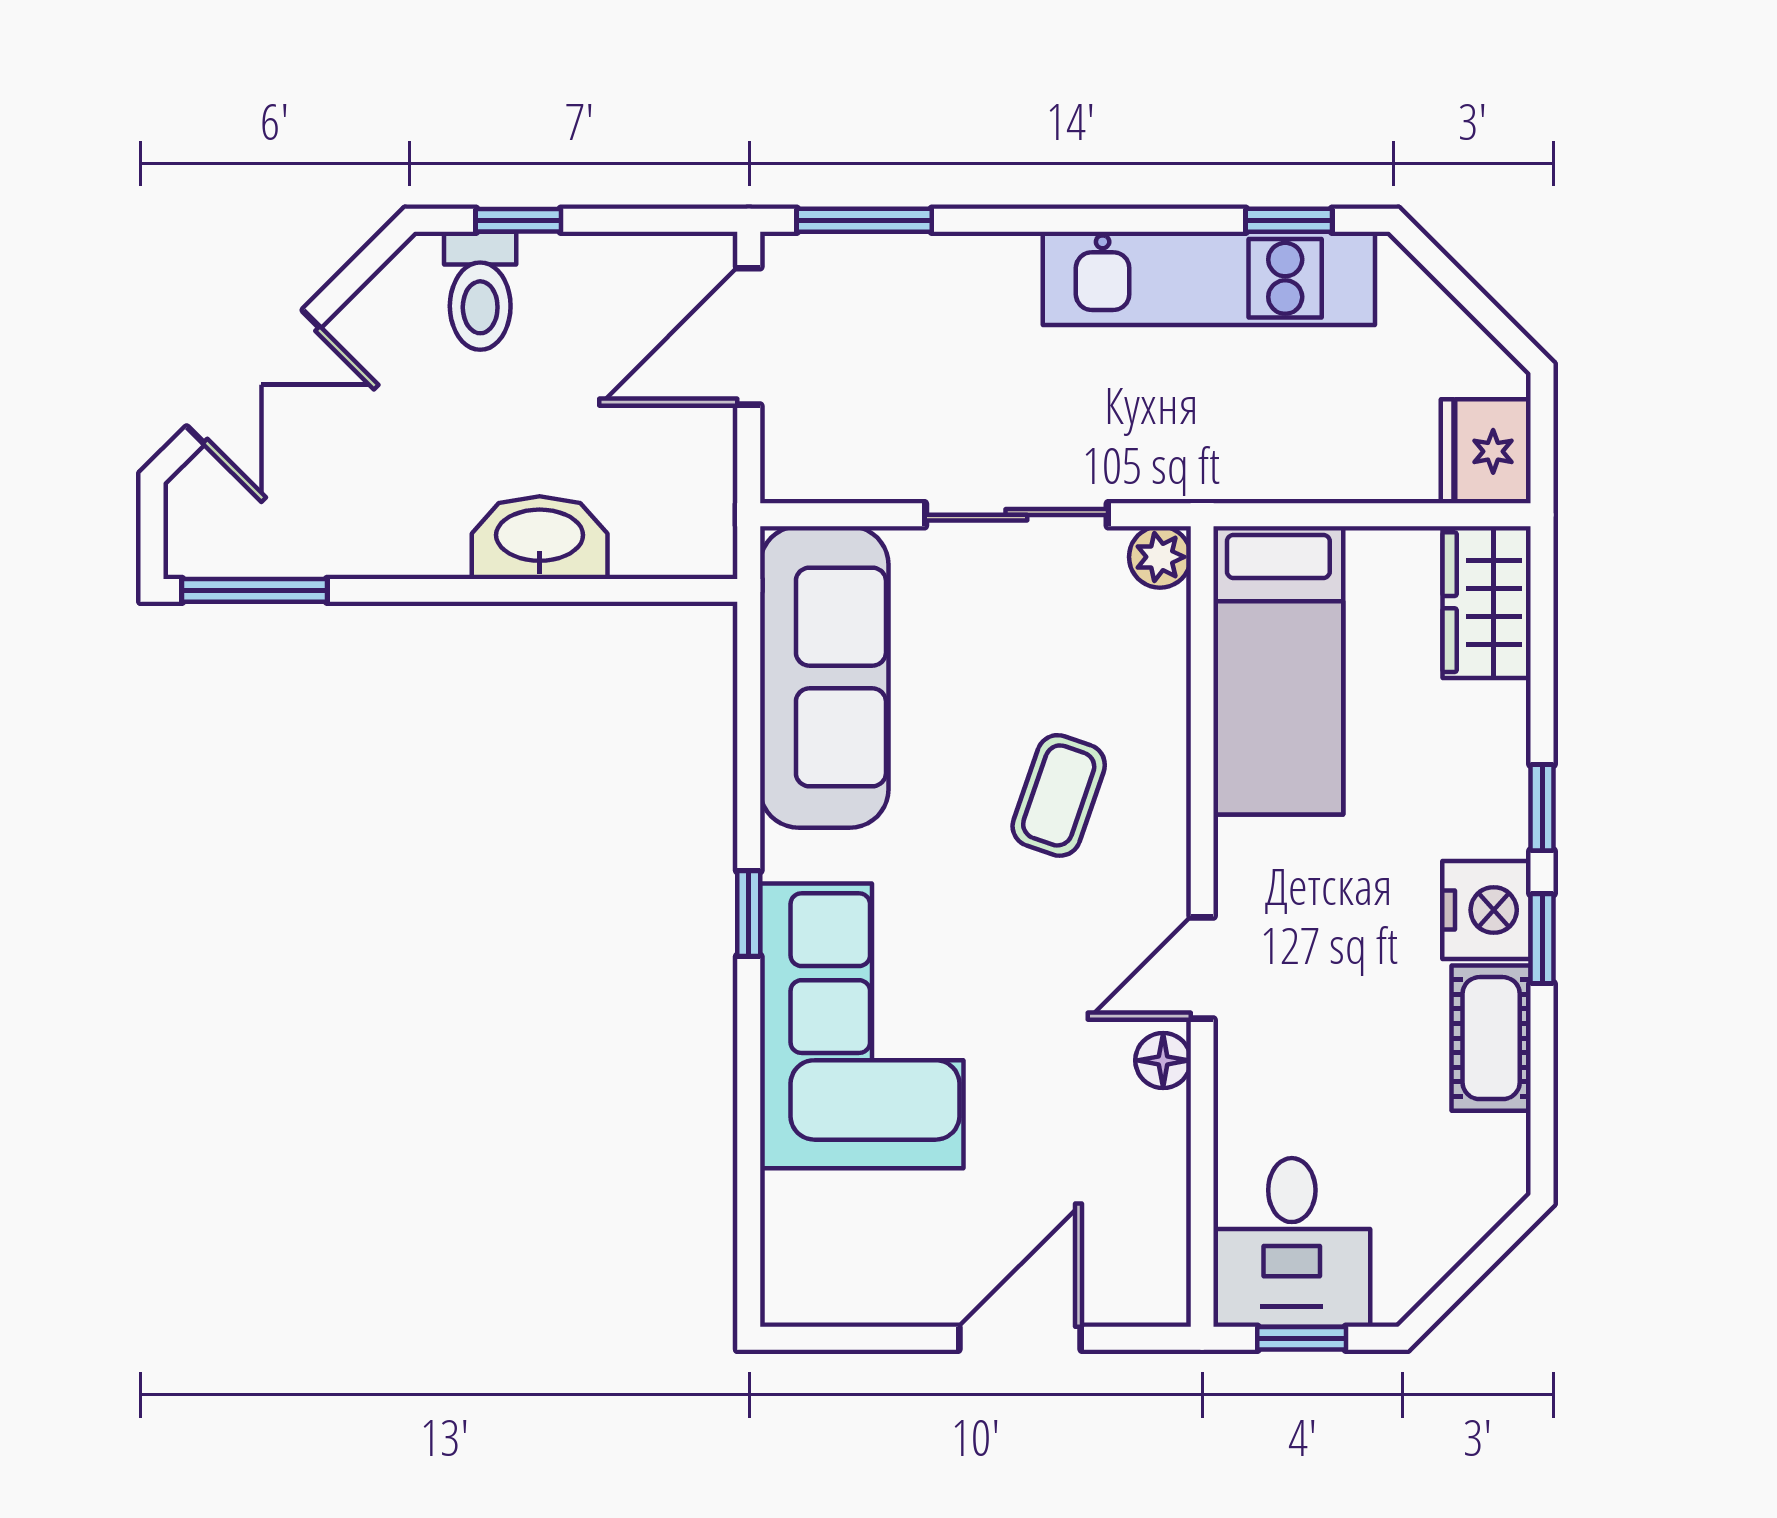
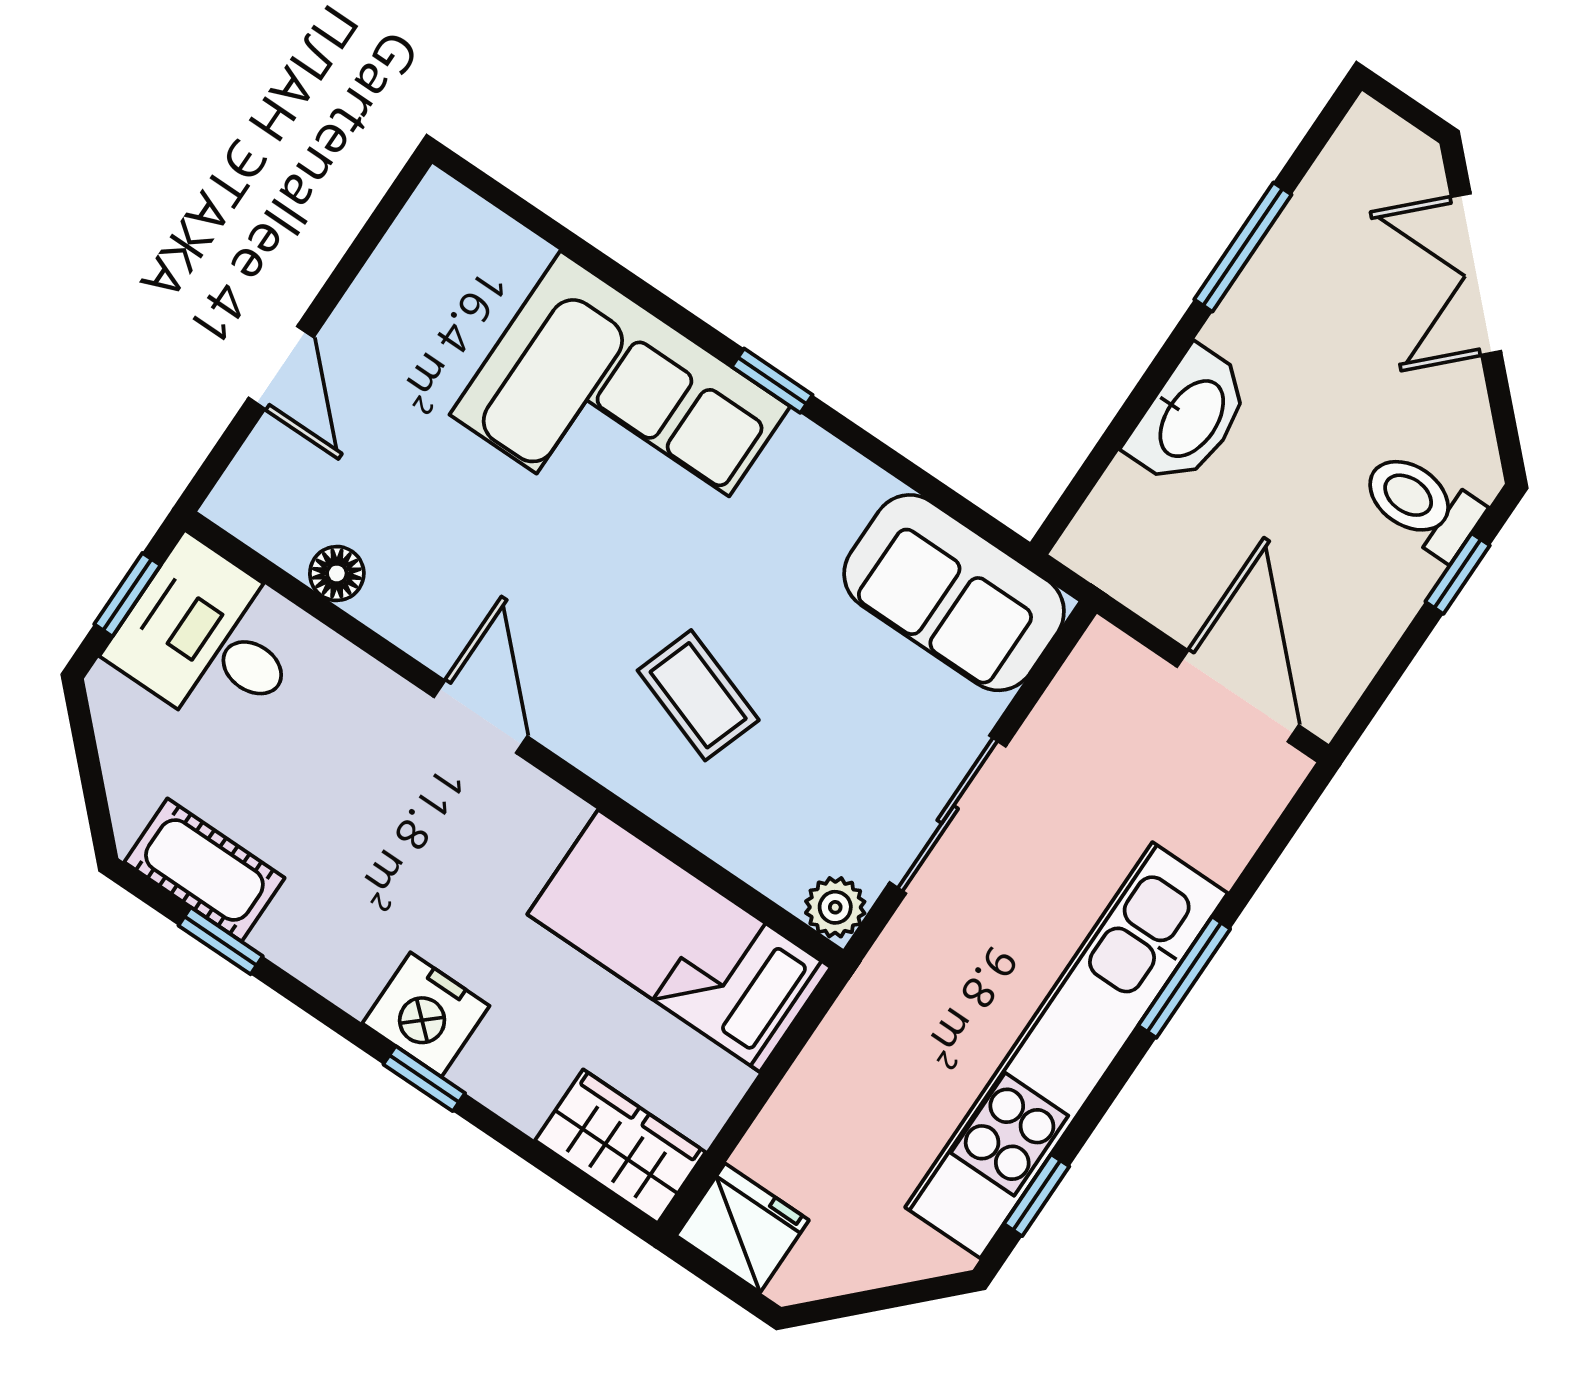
window: (864, 220) -> (1184, 977), moved
kitchen unit: (1209, 278) -> (1066, 1050), width x1.36
window: (255, 590) -> (1243, 247), moved
sofa: (824, 677) -> (954, 593), width x0.73
nightstand: (1487, 910) -> (426, 1015), moved
window: (1542, 939) -> (221, 941), moved
cot: (1491, 1038) -> (204, 870), moved
floor lamp: (1163, 1060) -> (337, 573), moved
door: (1020, 1338) -> (281, 368), width x0.73

